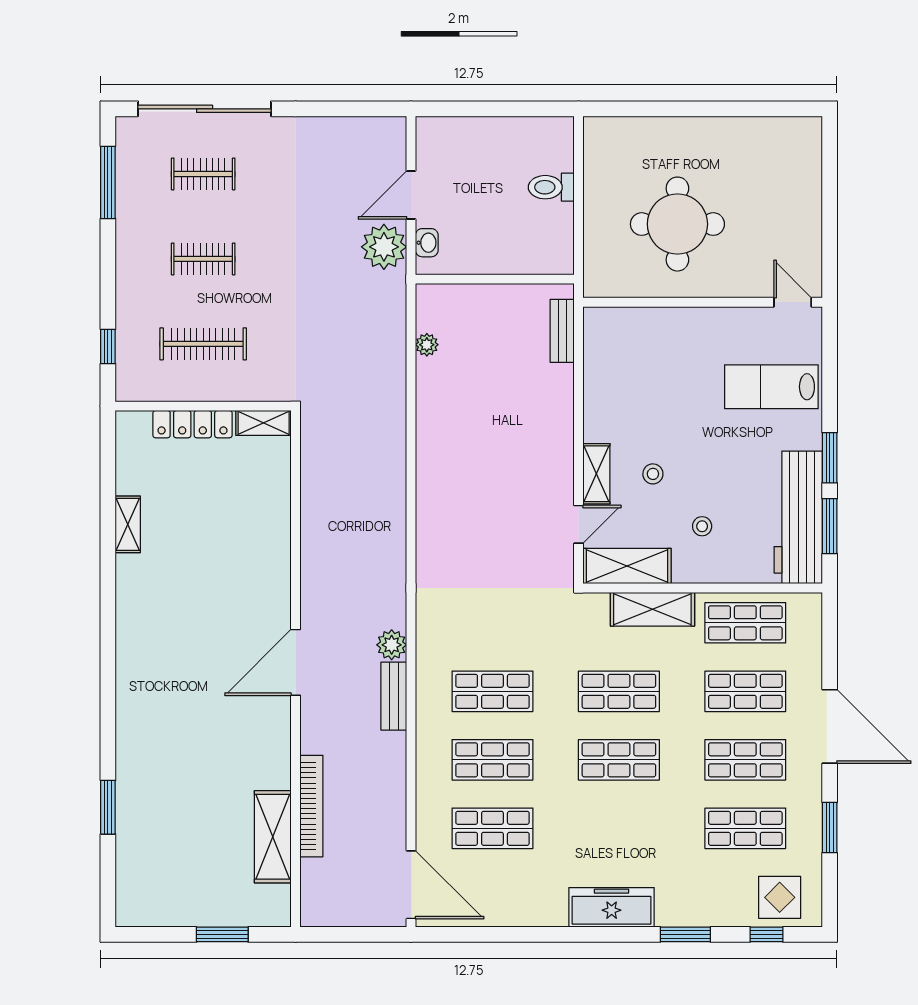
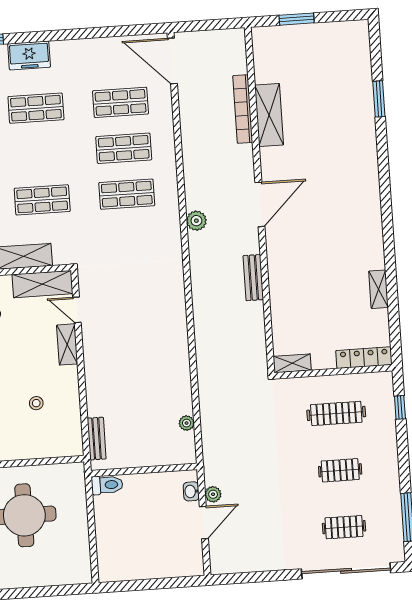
toilet: (551, 187) -> (107, 485), moved
plant: (384, 247) -> (213, 494), width x0.53, depth x0.53
locker: (192, 424) -> (364, 358), moved
stool: (653, 474) -> (36, 403), moved
door: (578, 524) -> (77, 310), hinge flipped
bench: (394, 696) -> (253, 278), moved
shop shelf: (619, 760) -> (36, 108), moved
shelving: (273, 837) -> (269, 115), moved
freezer: (612, 907) -> (29, 55), width x0.71

